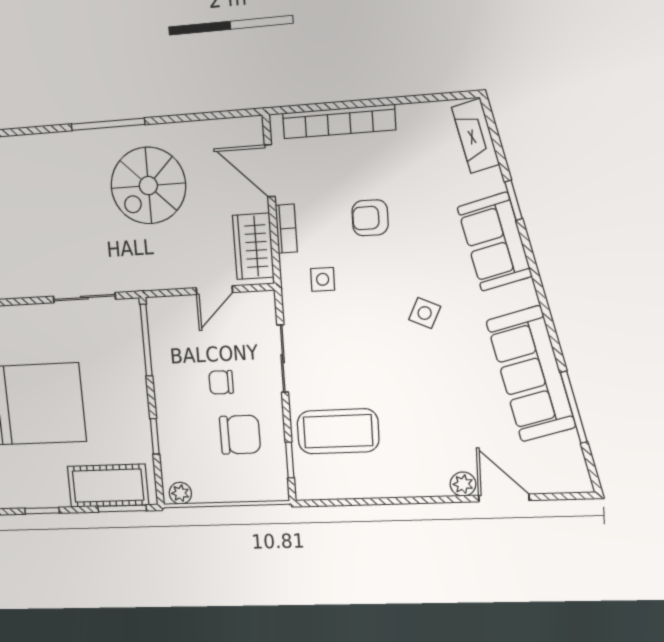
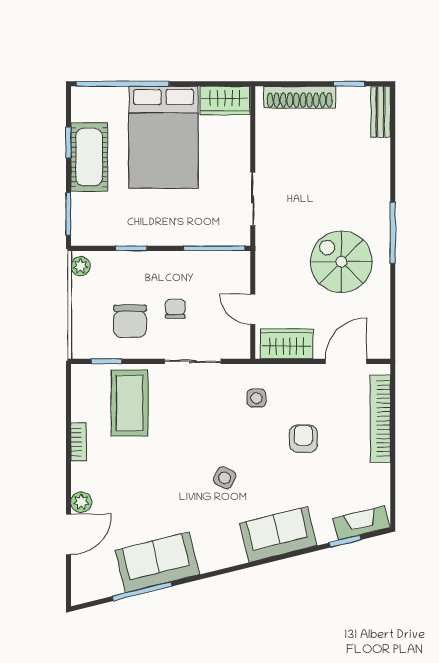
window: (514, 200) -> (345, 541), moved
bookcase: (286, 229) -> (79, 442), moved, turned -90
sofa: (531, 374) -> (157, 562), width x0.73
cot: (108, 486) -> (89, 157), moved

